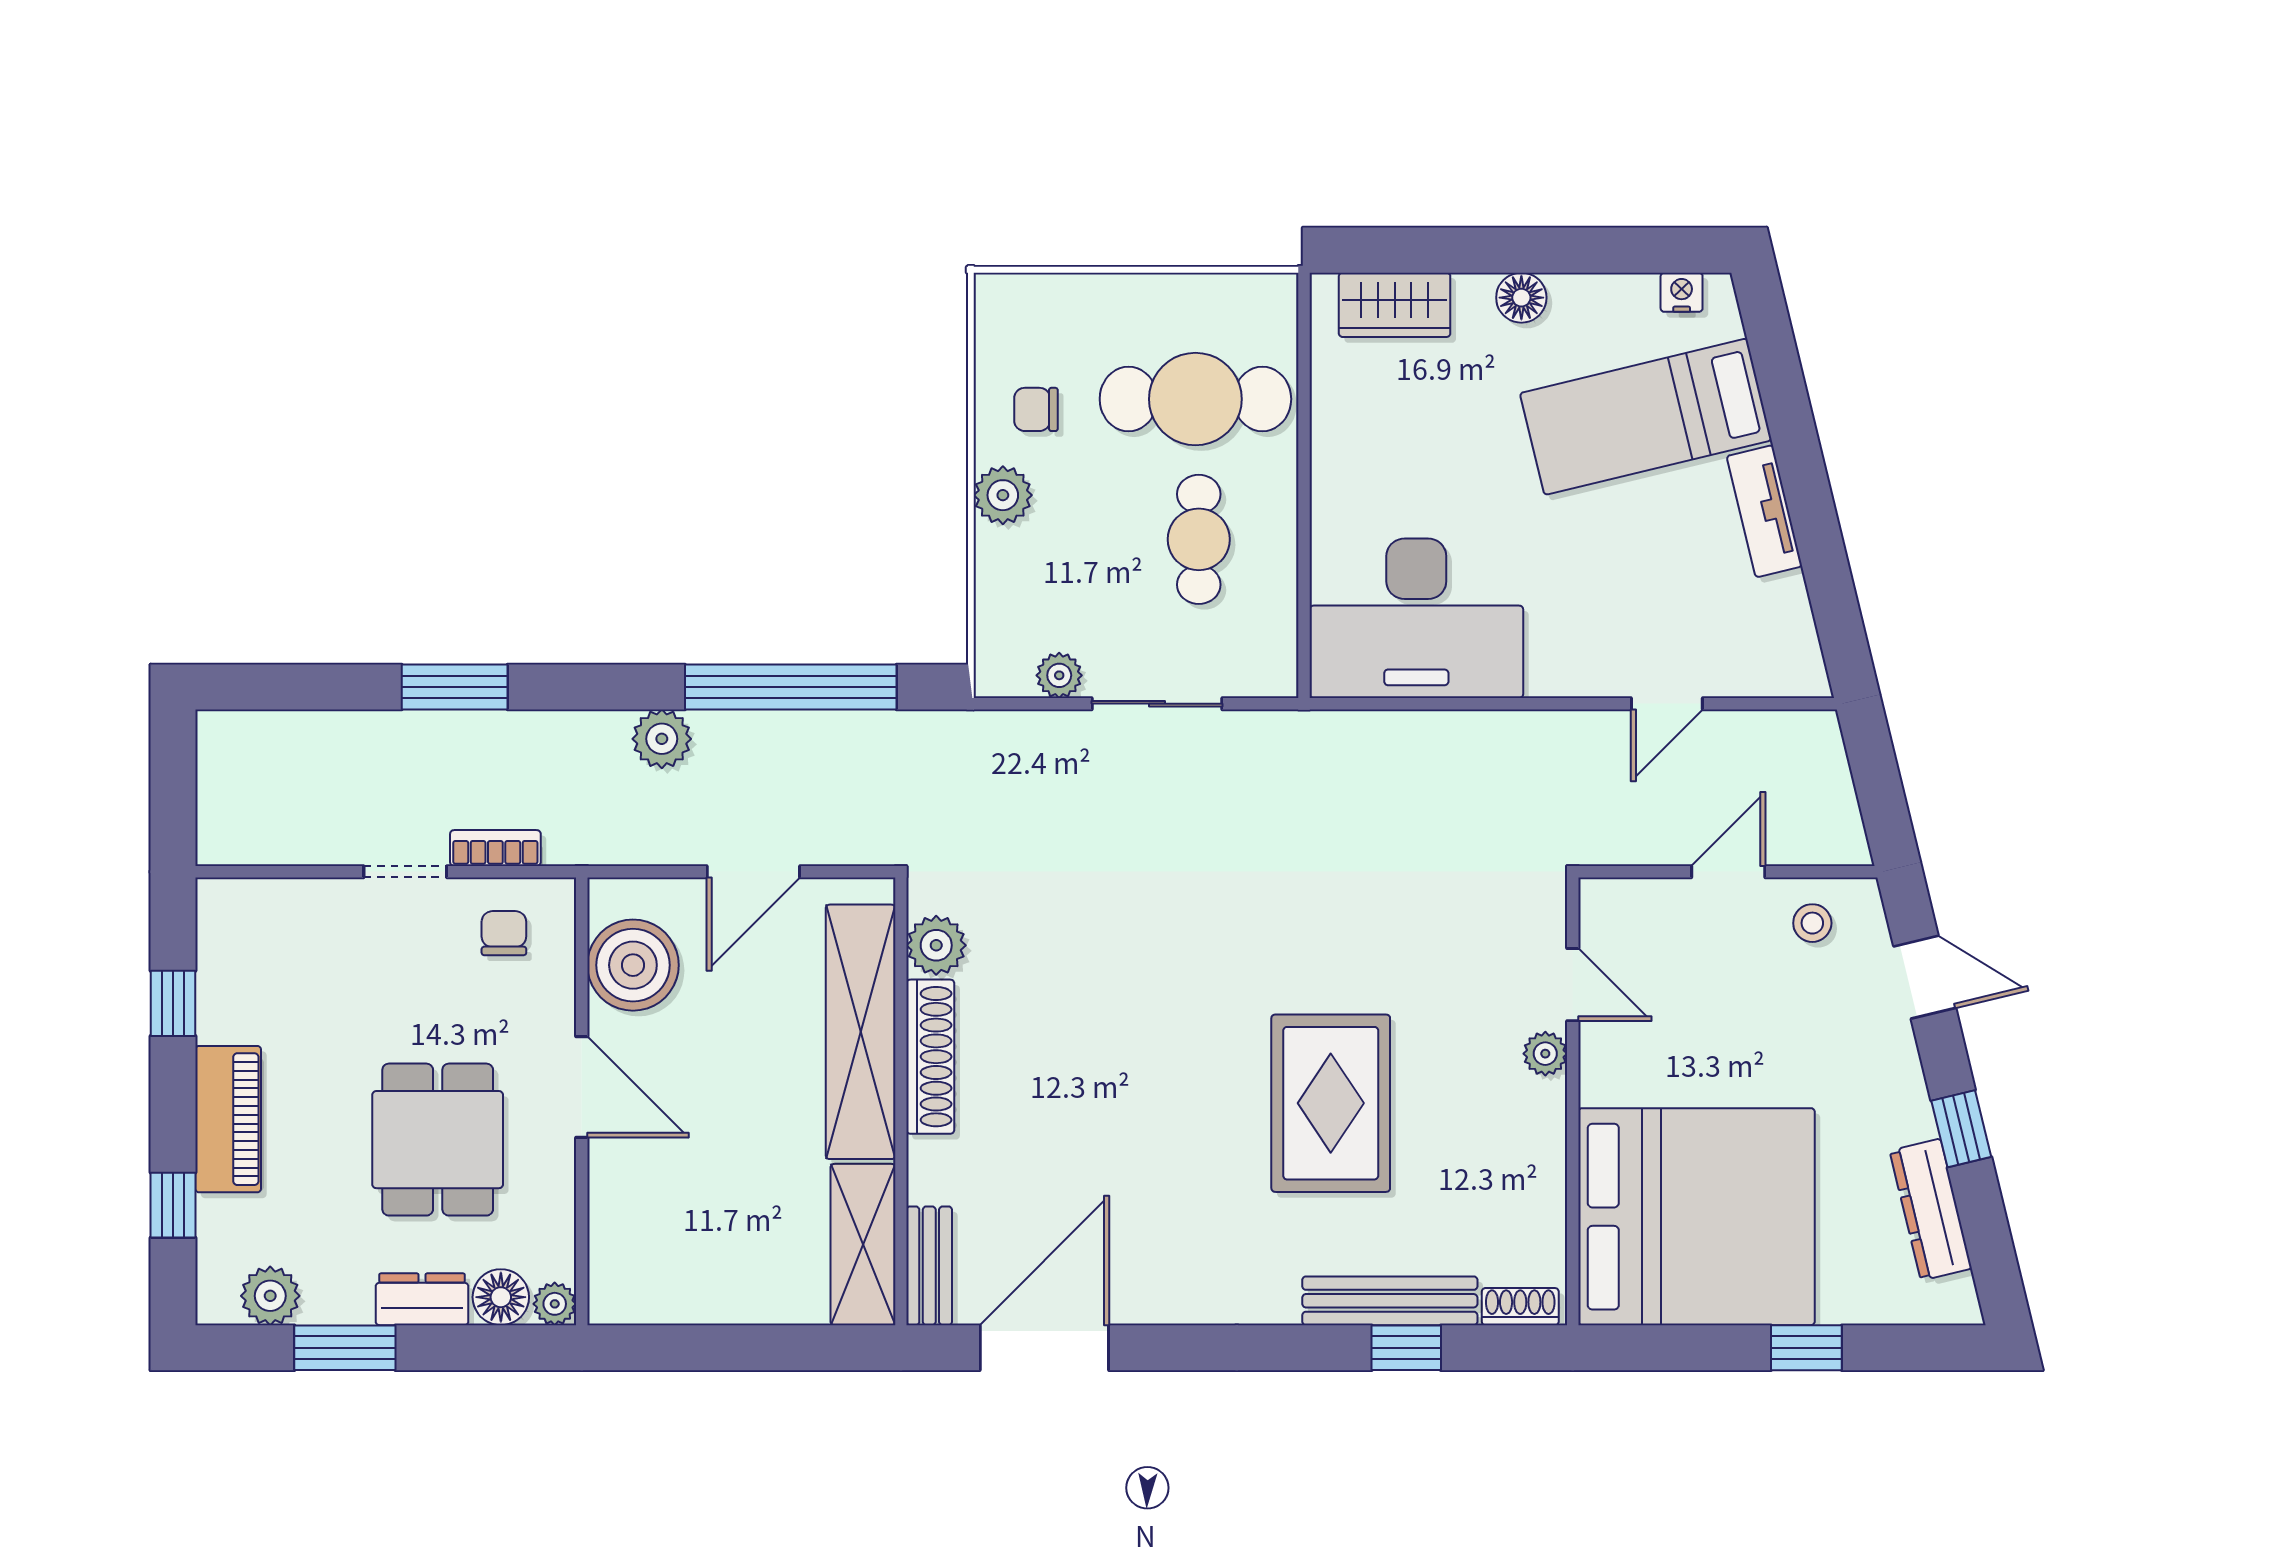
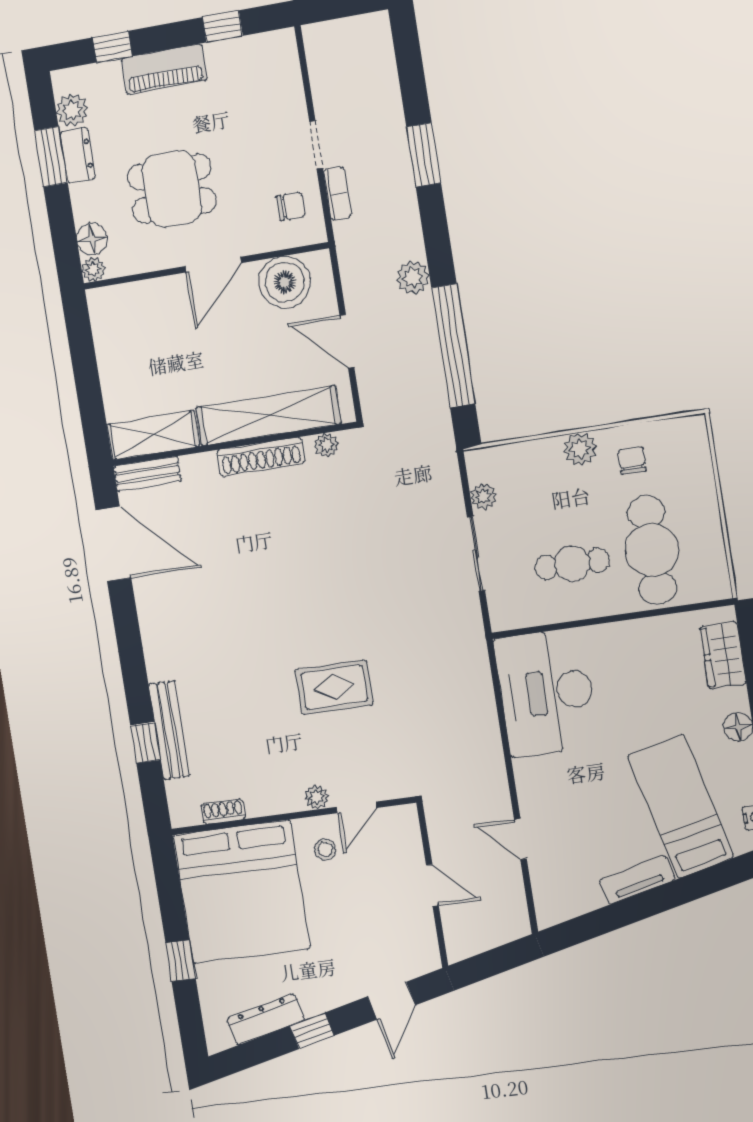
stool: (1812, 923) -> (325, 849), moved
plant: (936, 945) -> (326, 445), width x0.73, depth x0.73
rug: (1331, 1103) -> (334, 687), moved, width x0.73, depth x0.70
dresser: (422, 1299) -> (77, 155), moved
shoe rack: (1520, 1307) -> (223, 812), moved, turned -90

